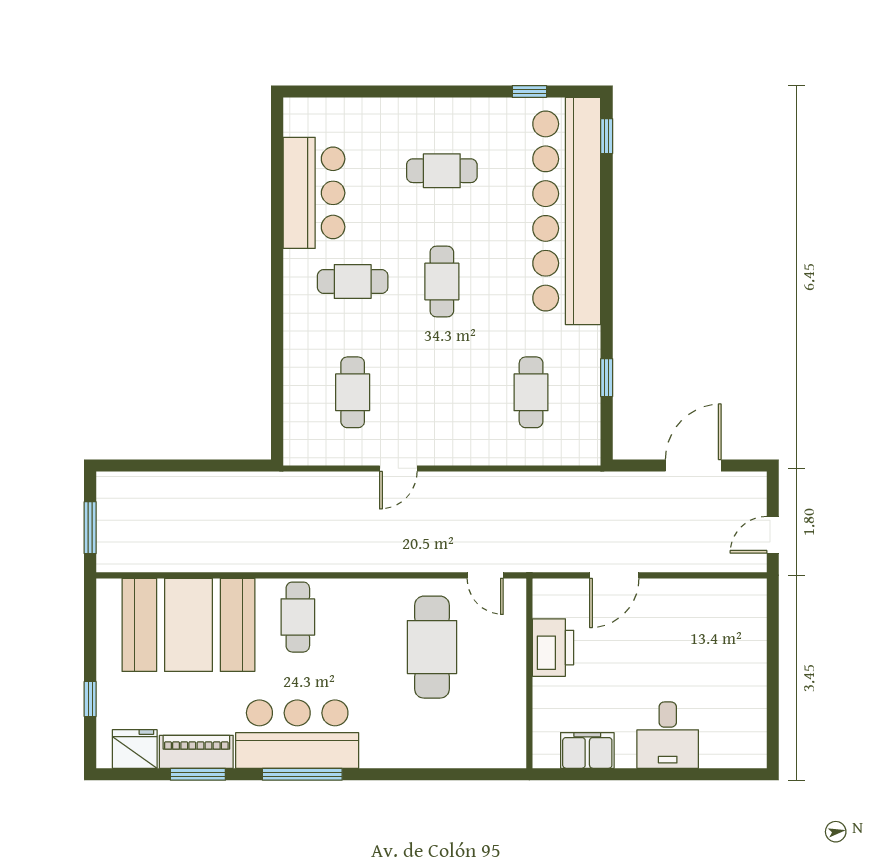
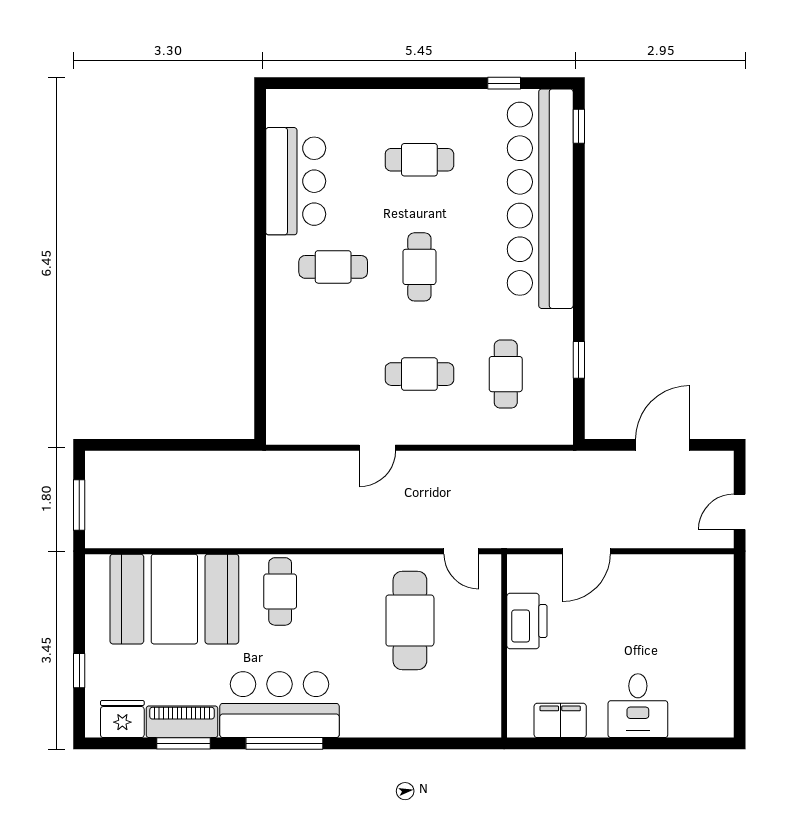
cafe table: (353, 392) -> (419, 374), moved, turned 90

